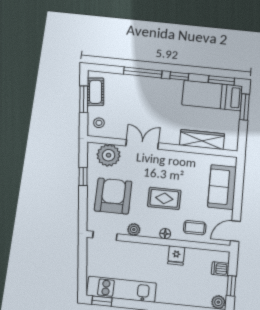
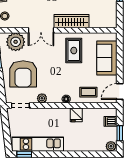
wardrobe: (202, 139) -> (71, 21), moved
double door: (142, 144) -> (41, 30), swing flipped
armchair: (113, 196) -> (23, 74), turned 180
rug: (164, 198) -> (74, 51), moved, turned 90

